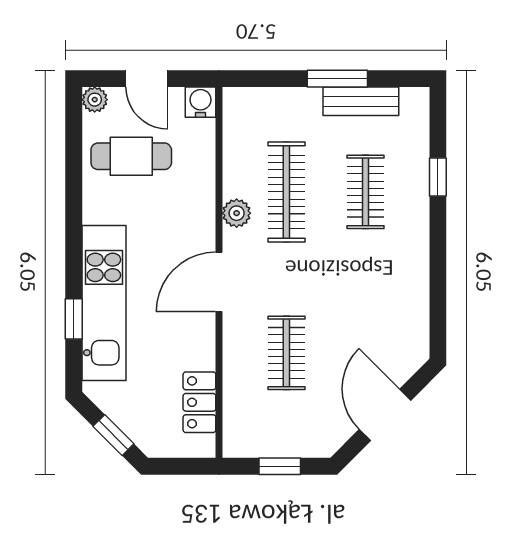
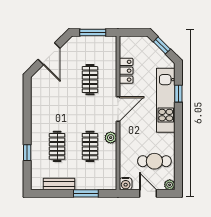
window: (337, 79) -> (86, 193), moved
clothes rail: (286, 192) -> (90, 146), width x0.73
locker: (199, 402) -> (126, 71), moved
window: (280, 466) -> (93, 32), width x1.50

